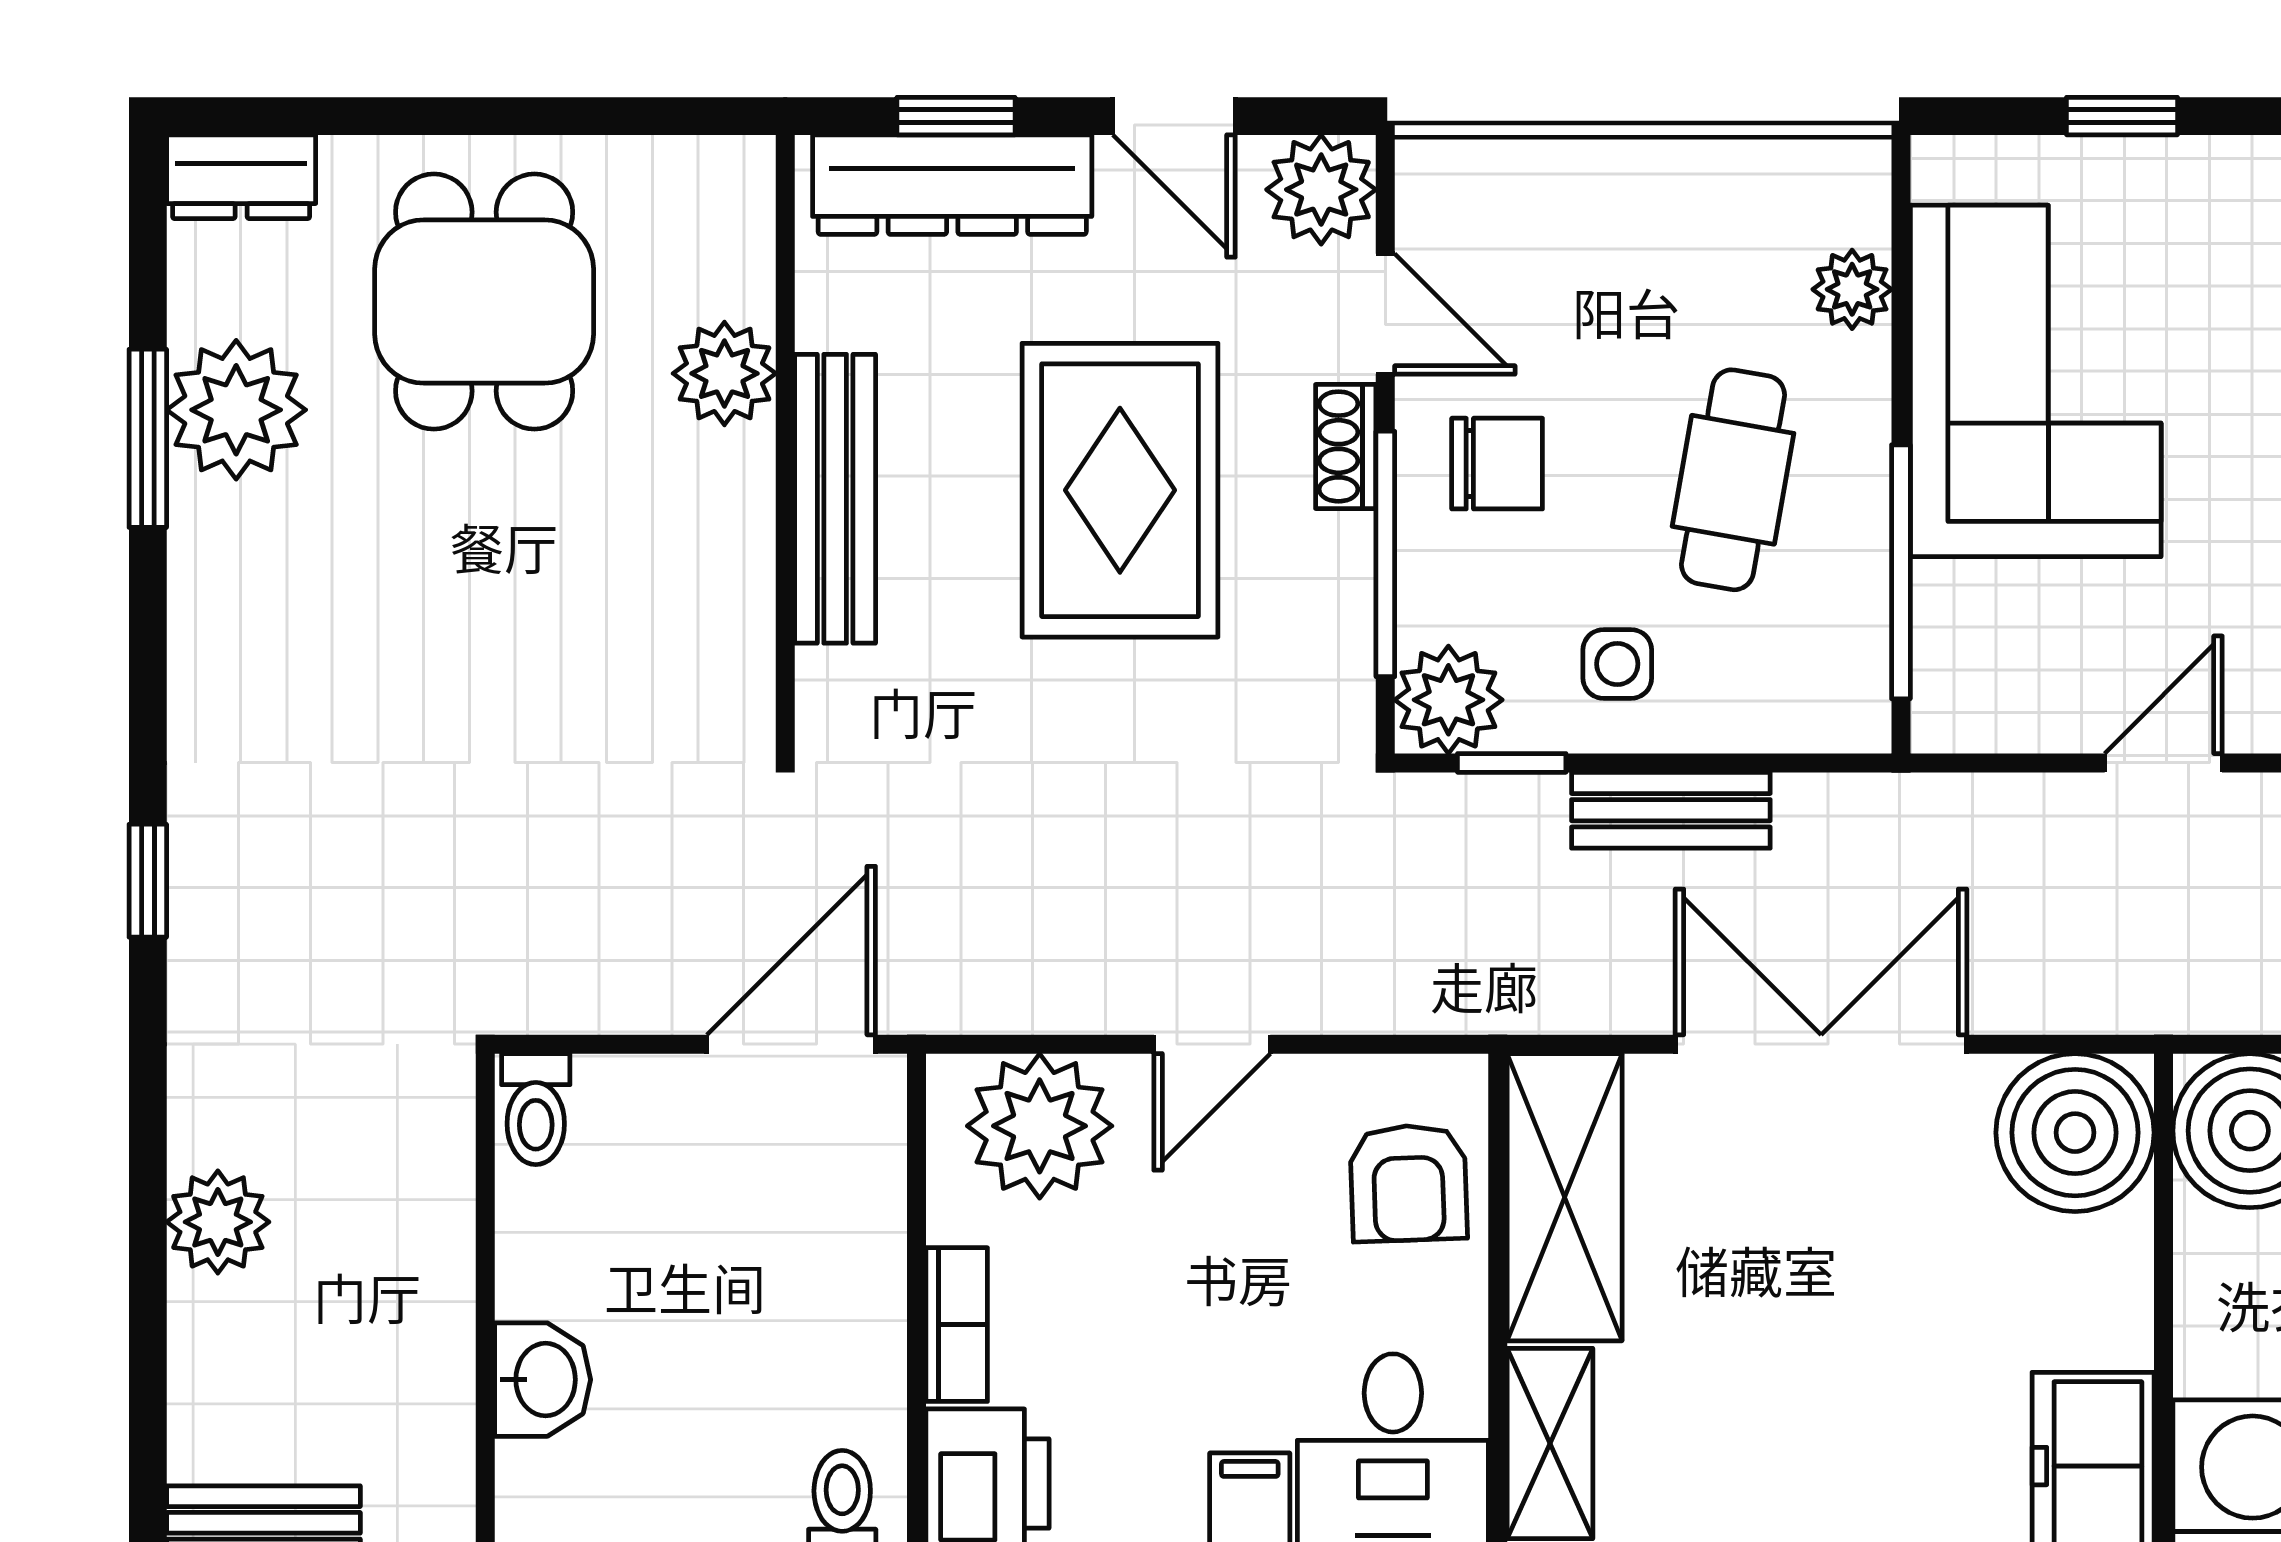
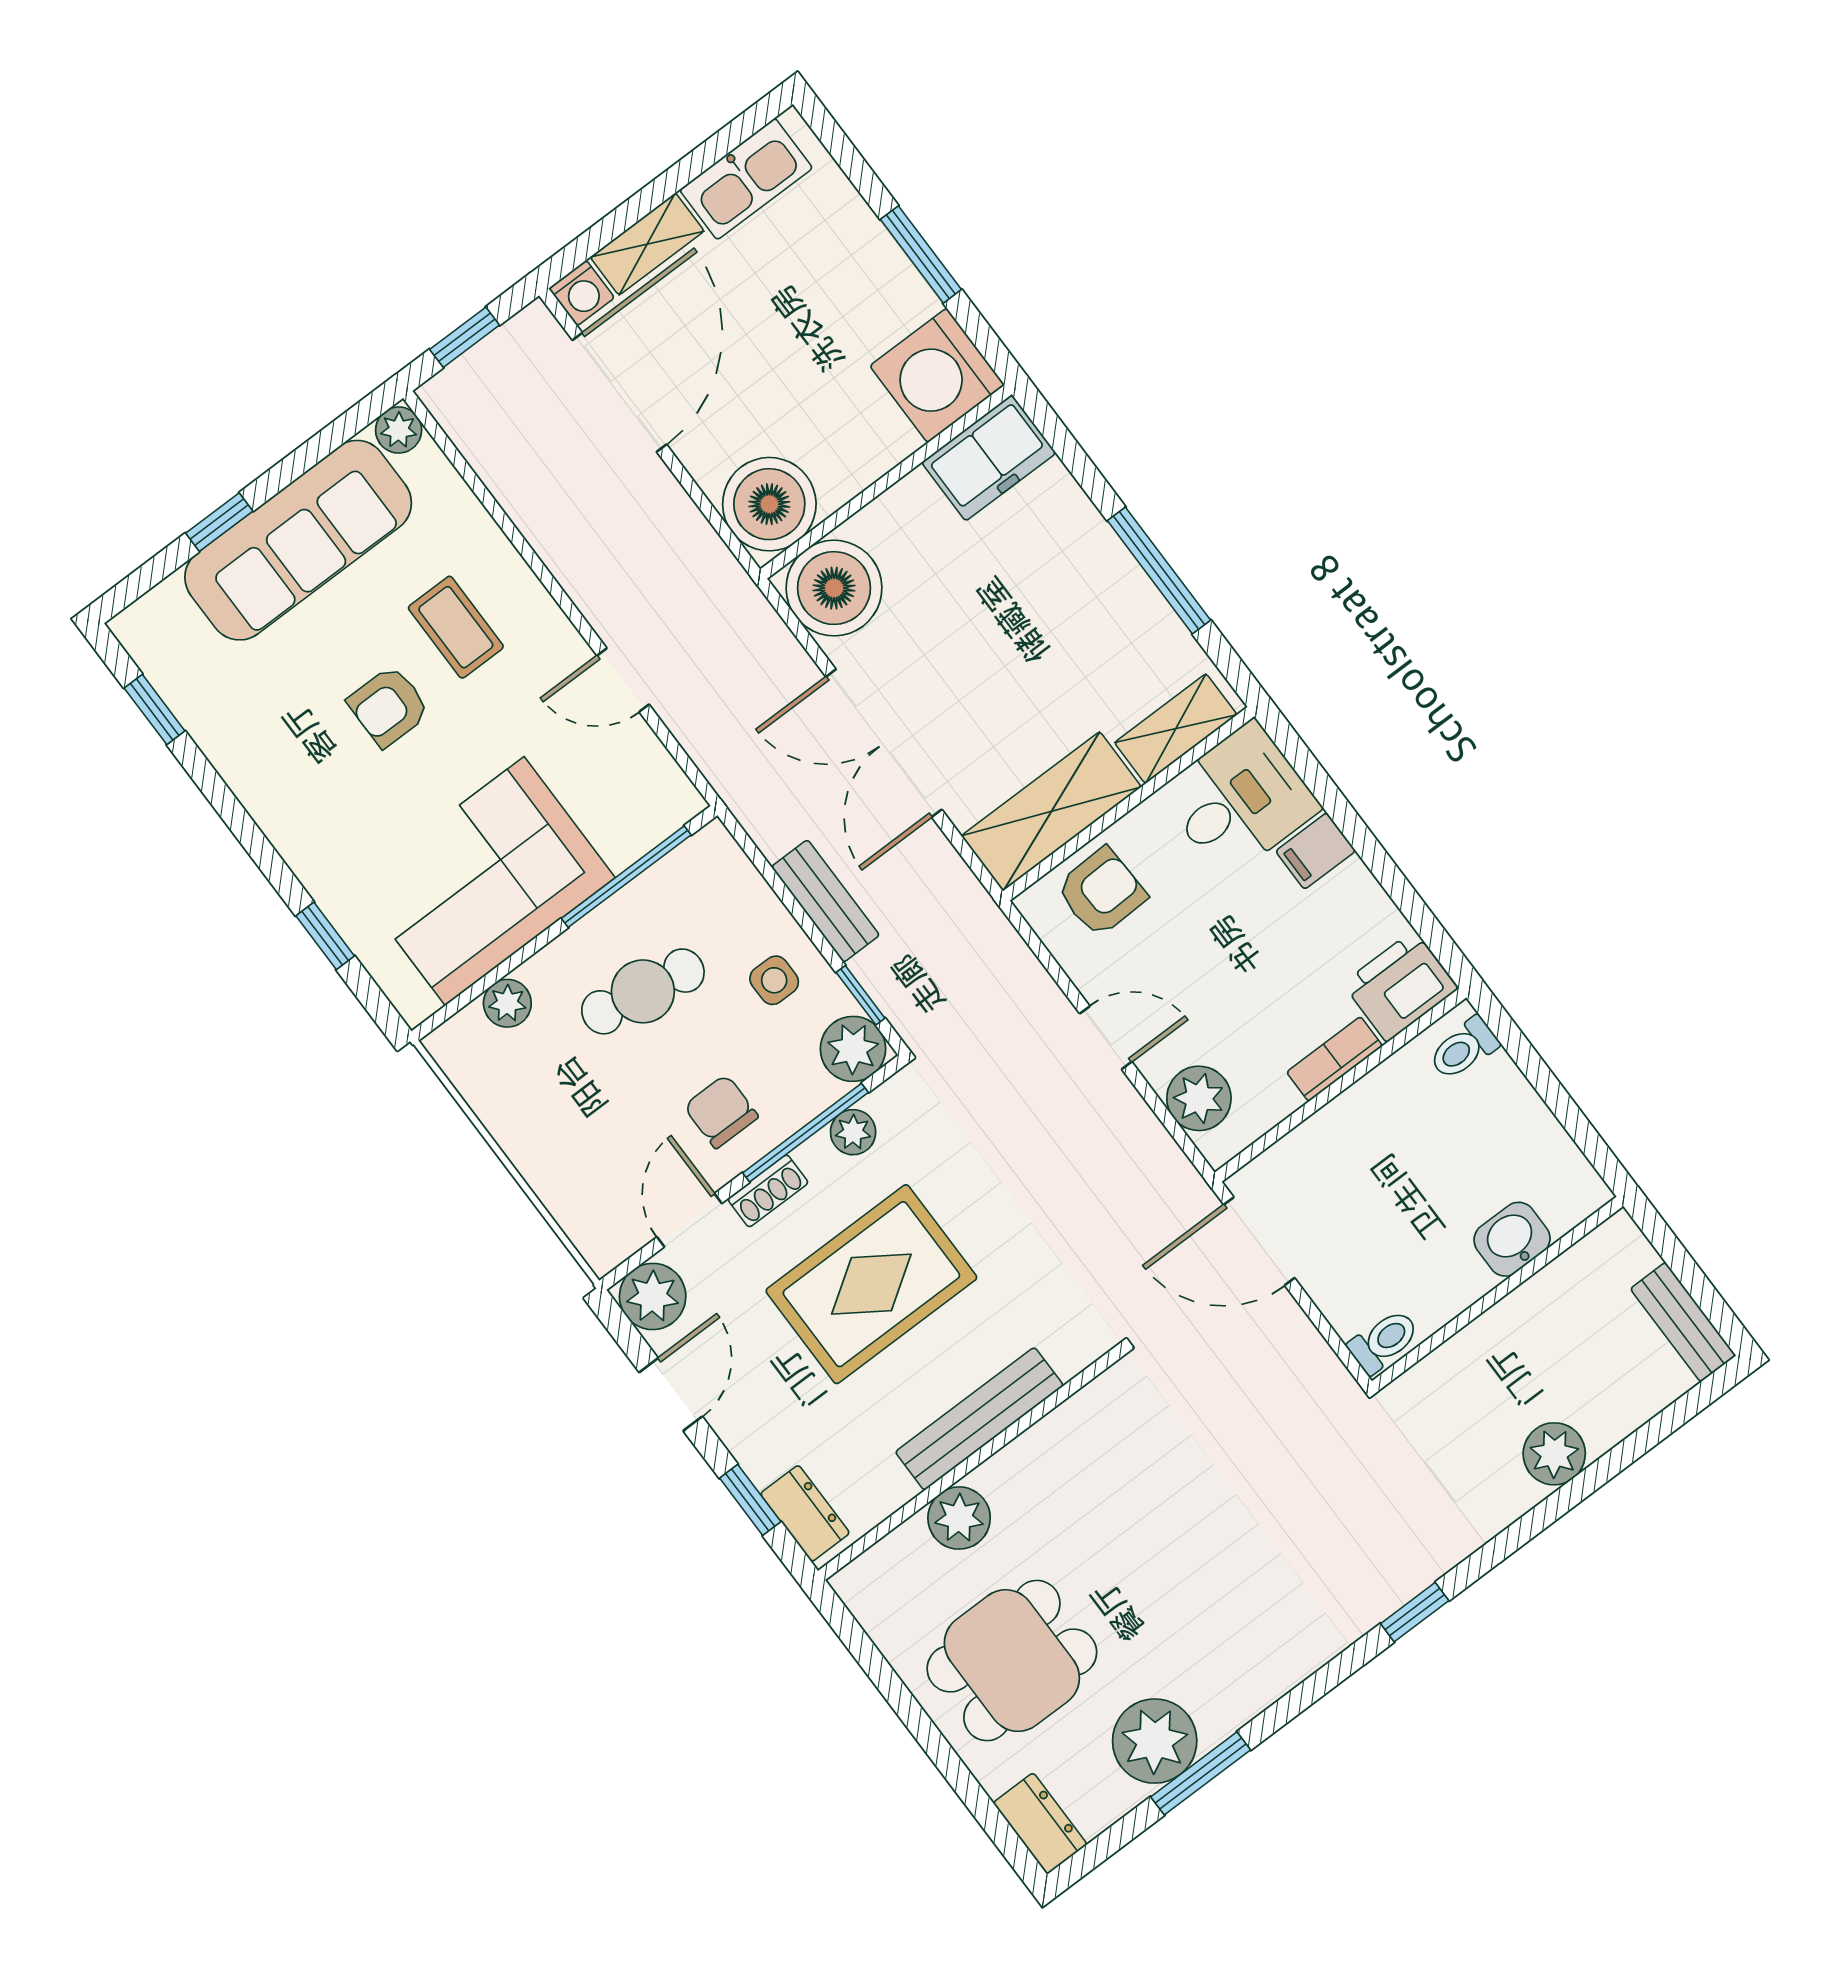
dresser: (952, 185) -> (805, 1513), width x0.51, depth x0.80
plant: (1339, 617) -> (853, 1132), added
plant: (1040, 1126) -> (1199, 1098), width x0.73, depth x0.73

